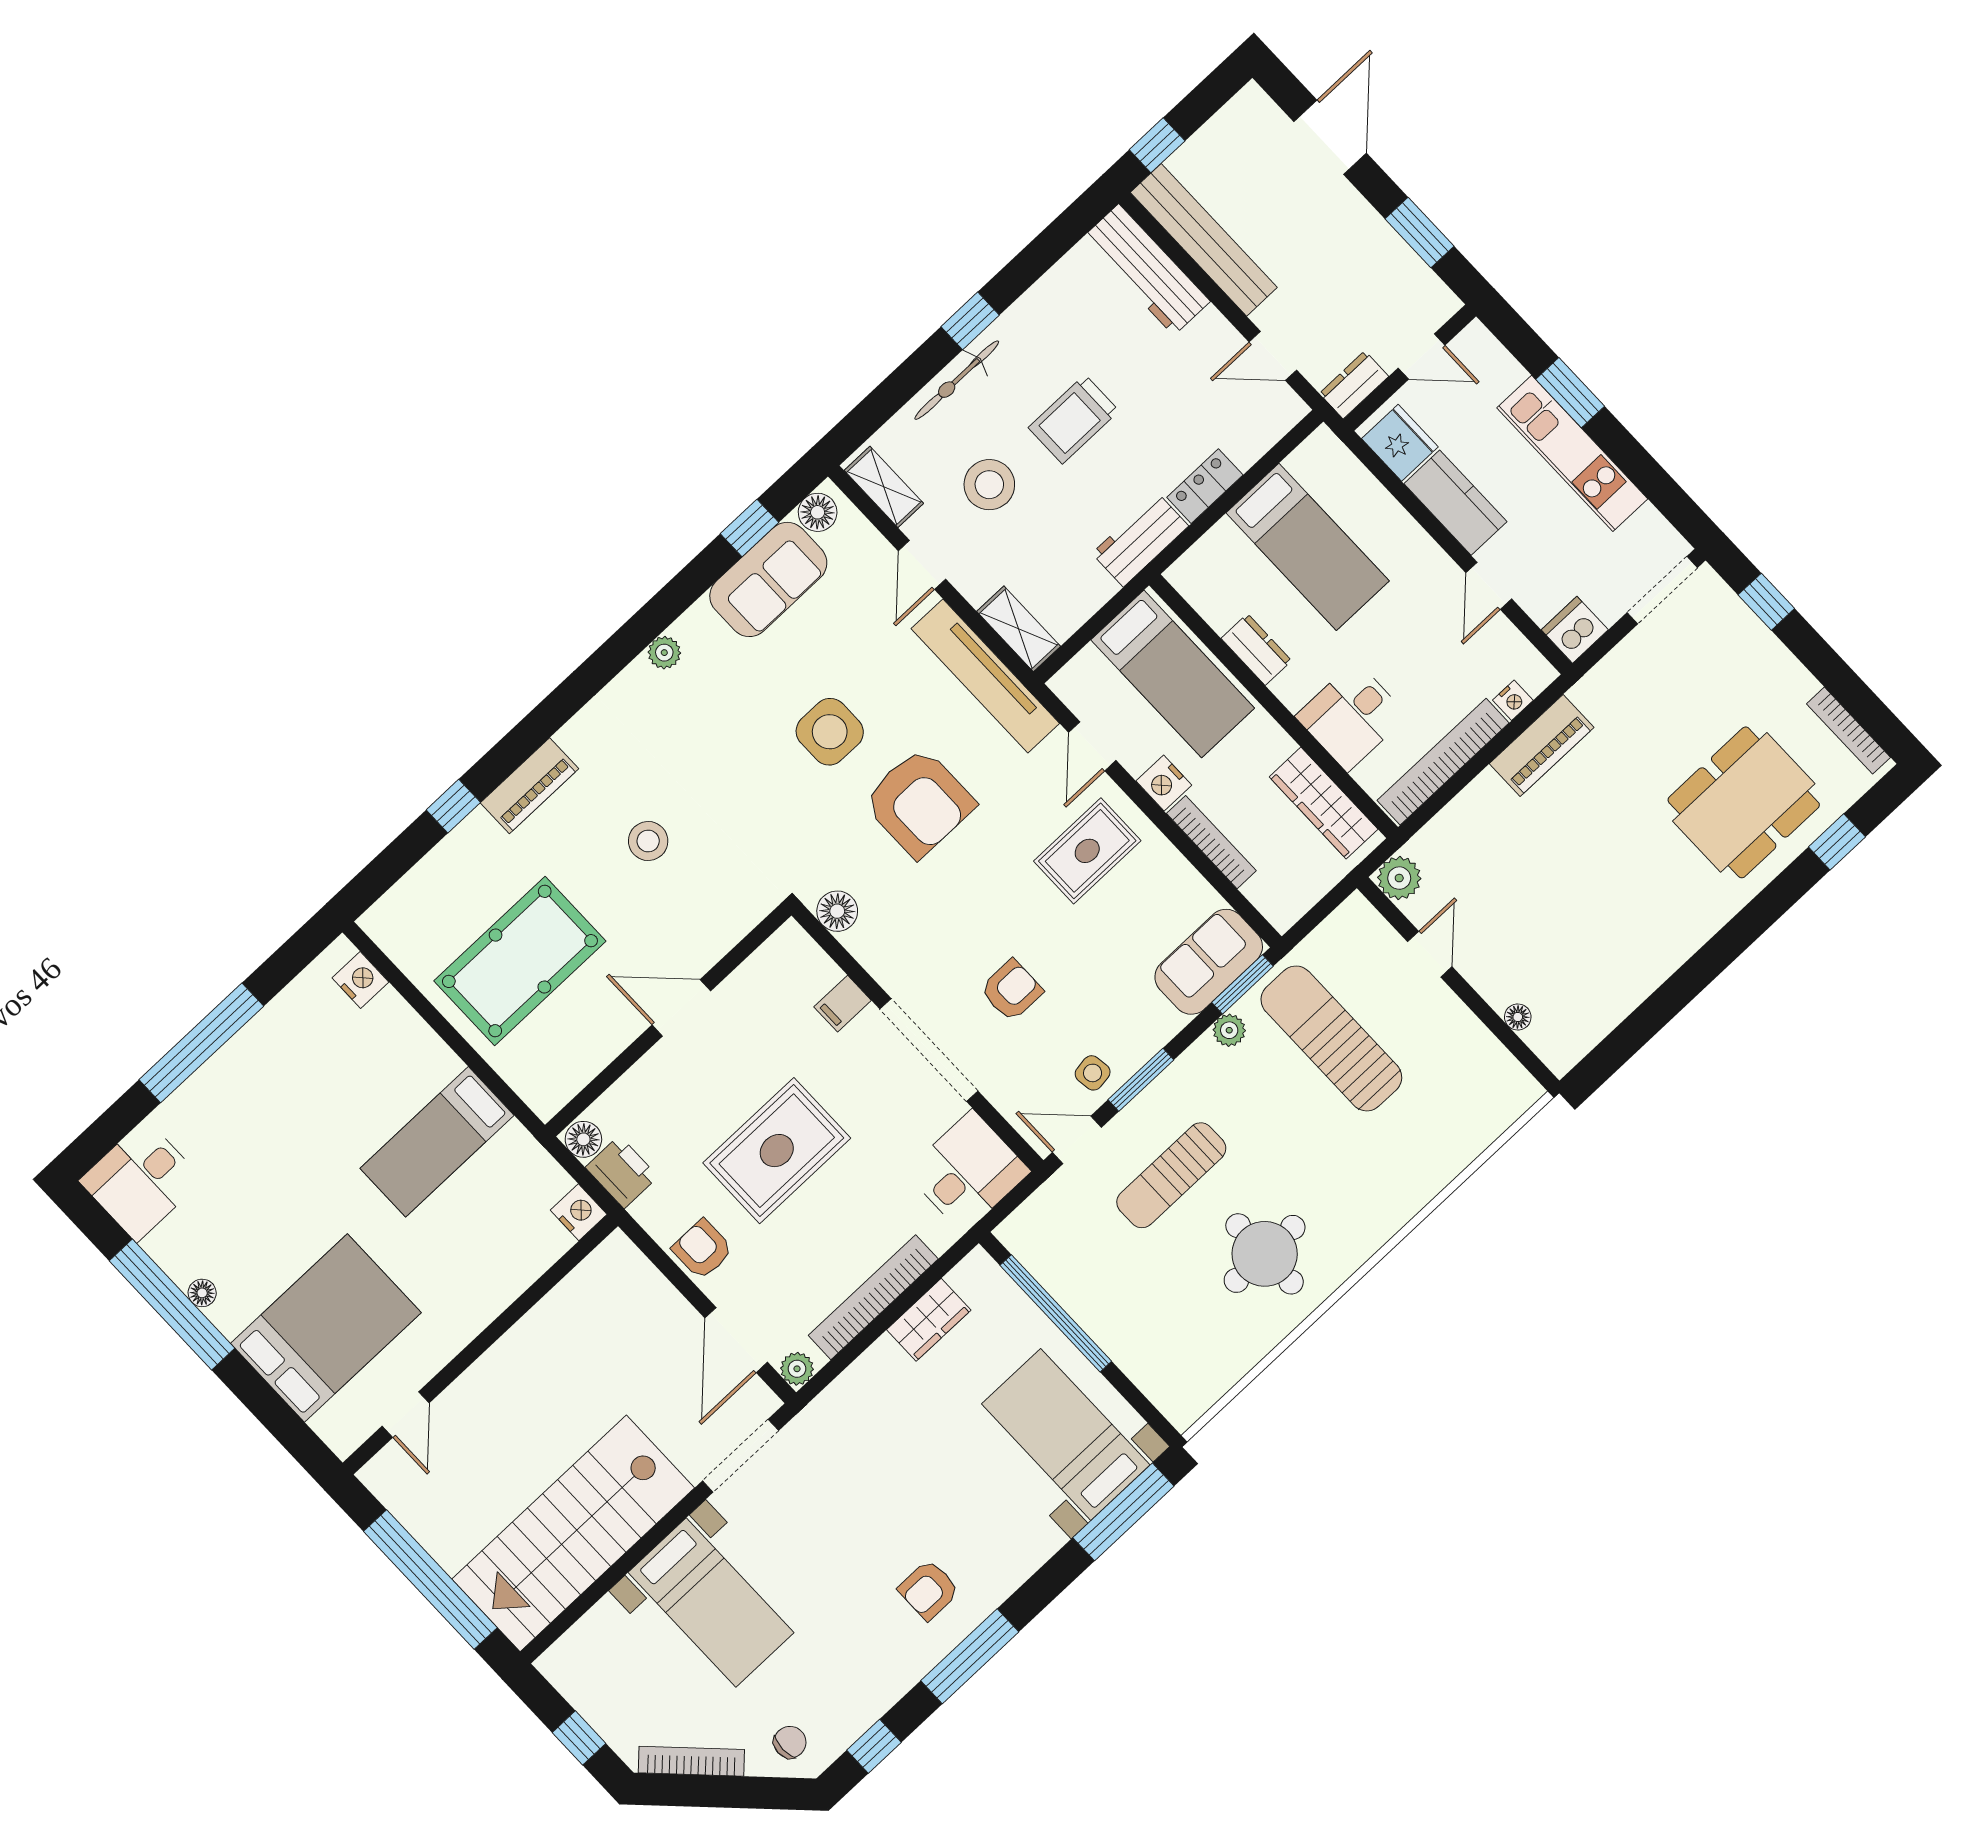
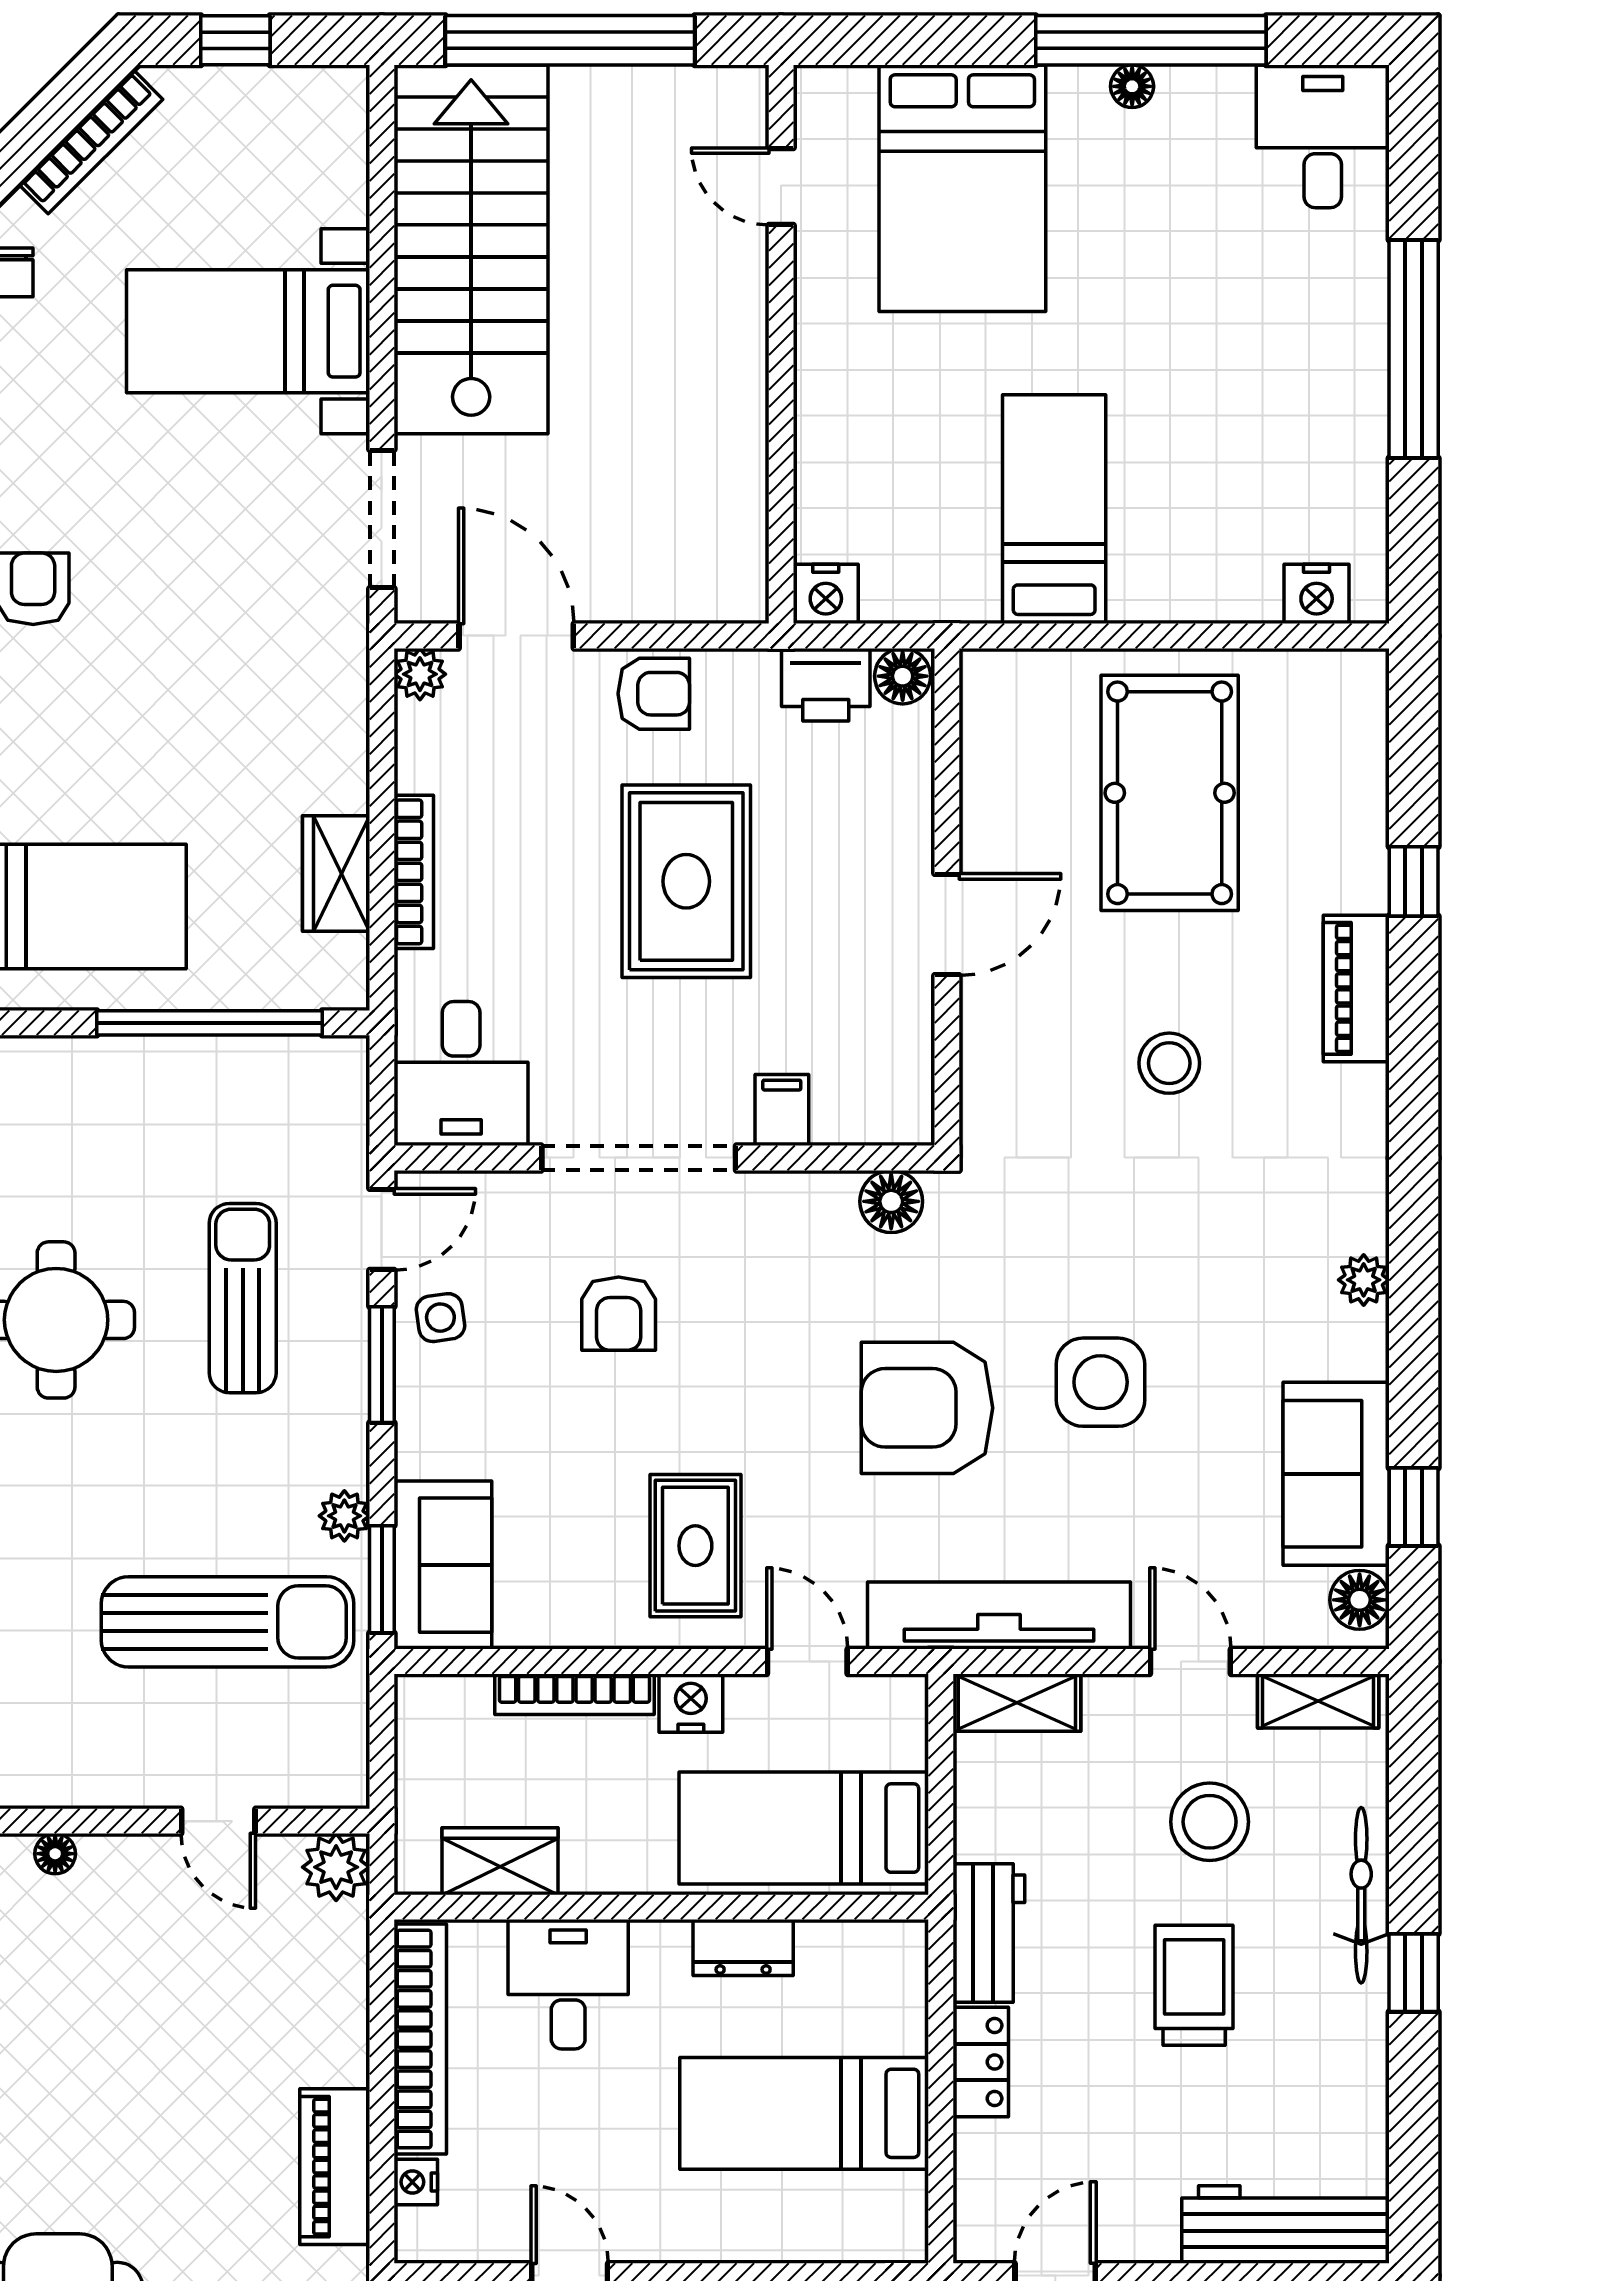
wardrobe: (1324, 803) -> (500, 1861), width x0.67
bookcase: (873, 1297) -> (414, 872), width x0.68, depth x0.76

